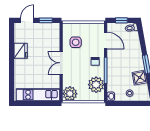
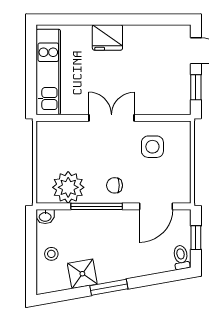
fridge: (21, 51) -> (107, 37), moved
plant: (70, 94) -> (50, 135), removed

